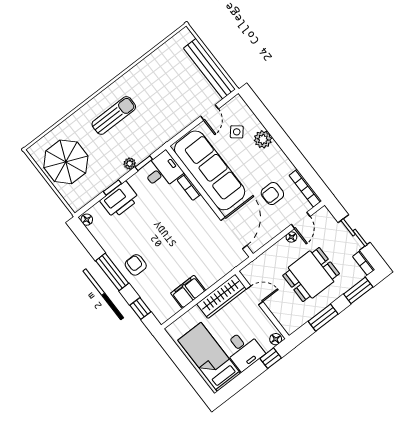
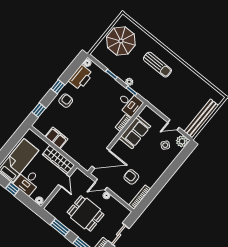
plant: (263, 139) -> (182, 141), moved
sofa: (210, 170) -> (135, 132), width x0.54, depth x0.79
printer: (120, 200) -> (81, 77), moved, turned -90
door: (301, 220) -> (101, 185), moved
window: (112, 272) -> (58, 87), width x0.46
window: (271, 358) -> (13, 189), moved

